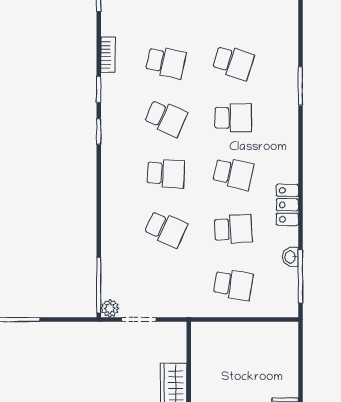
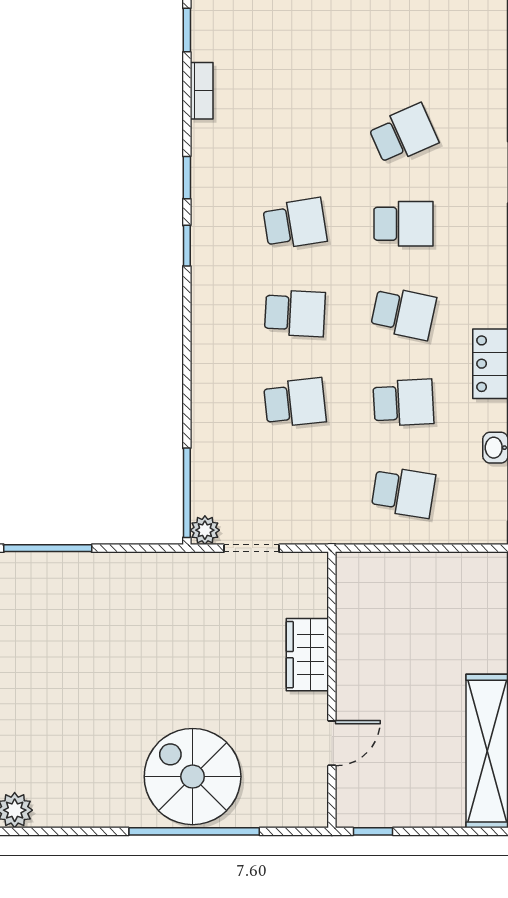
bookcase: (108, 55) -> (202, 91), moved
school desk: (166, 62) -> (295, 134), removed
school desk: (233, 62) -> (403, 134), turned -42
school desk: (166, 118) -> (295, 224), turned -33
school desk: (166, 229) -> (295, 403), turned -30

